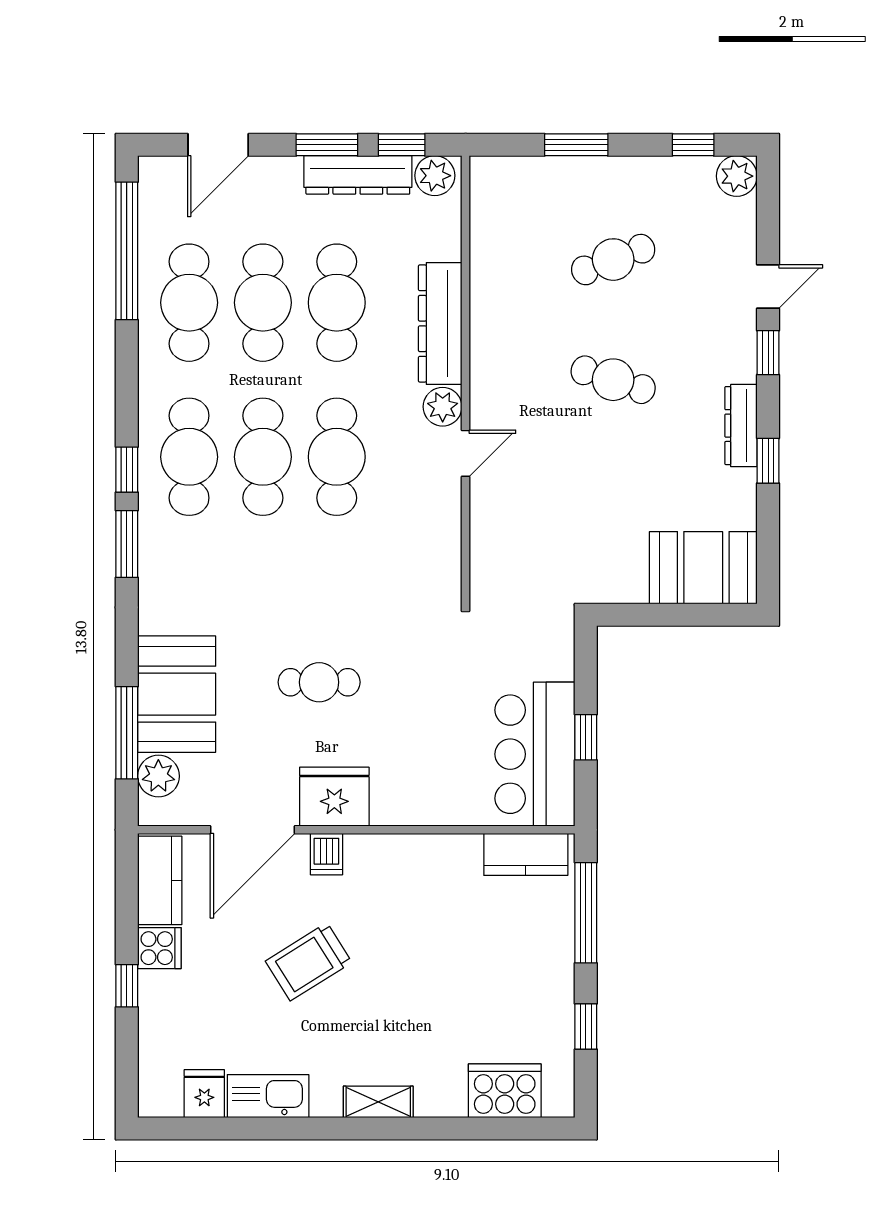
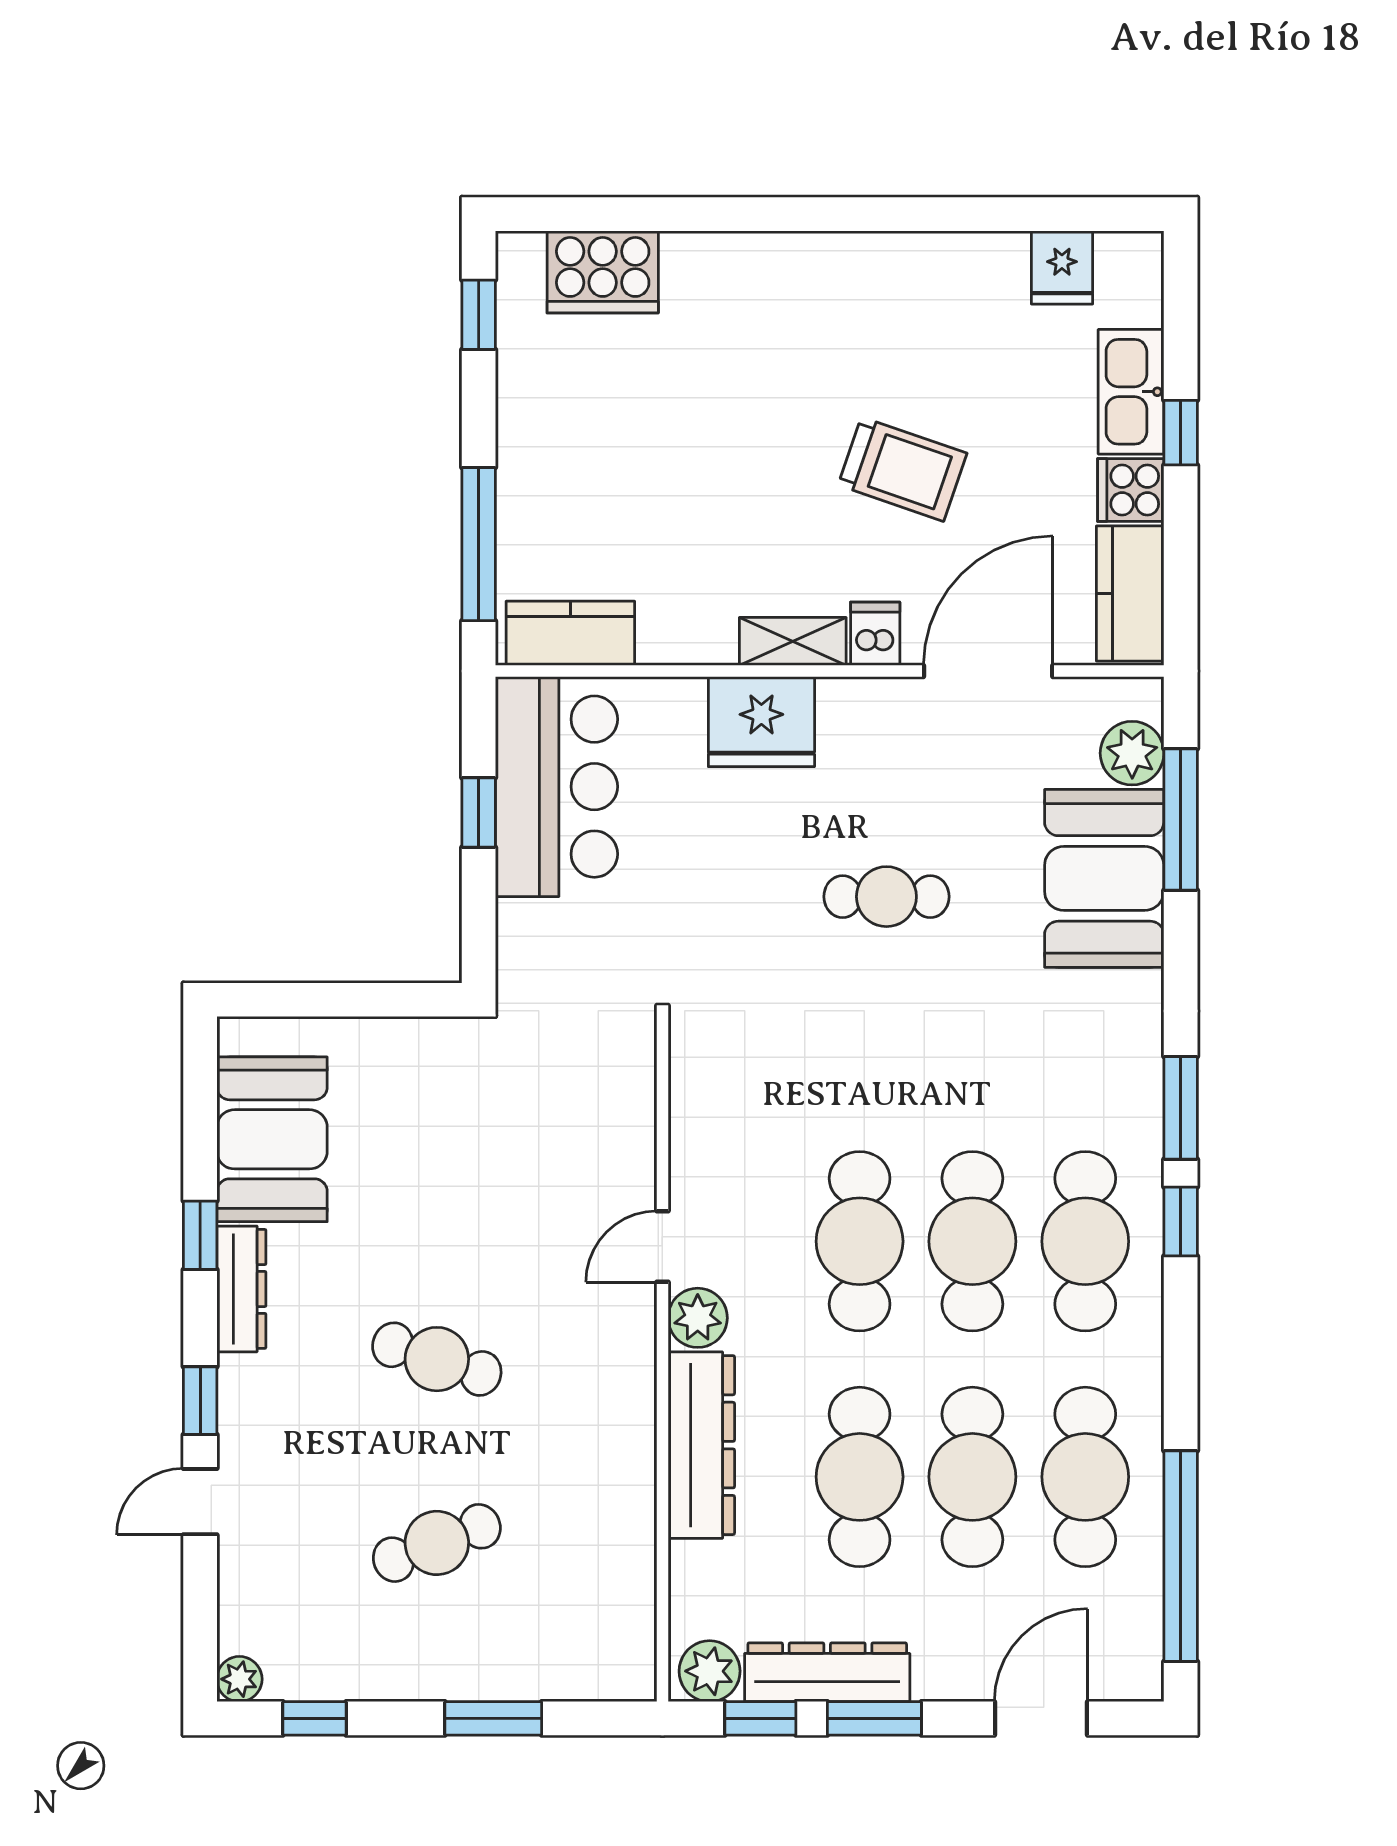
plant: (737, 176) -> (239, 1679), width x0.73, depth x0.73
booth: (703, 568) -> (272, 1139), moved, turned 90
fridge: (334, 797) -> (761, 722), moved
trolley: (309, 962) -> (902, 469), turned 51
window: (586, 1026) -> (479, 315), moved
kitchen sink: (268, 1096) -> (1131, 392), moved, turned 90
shelving: (378, 1102) -> (793, 641), moved

